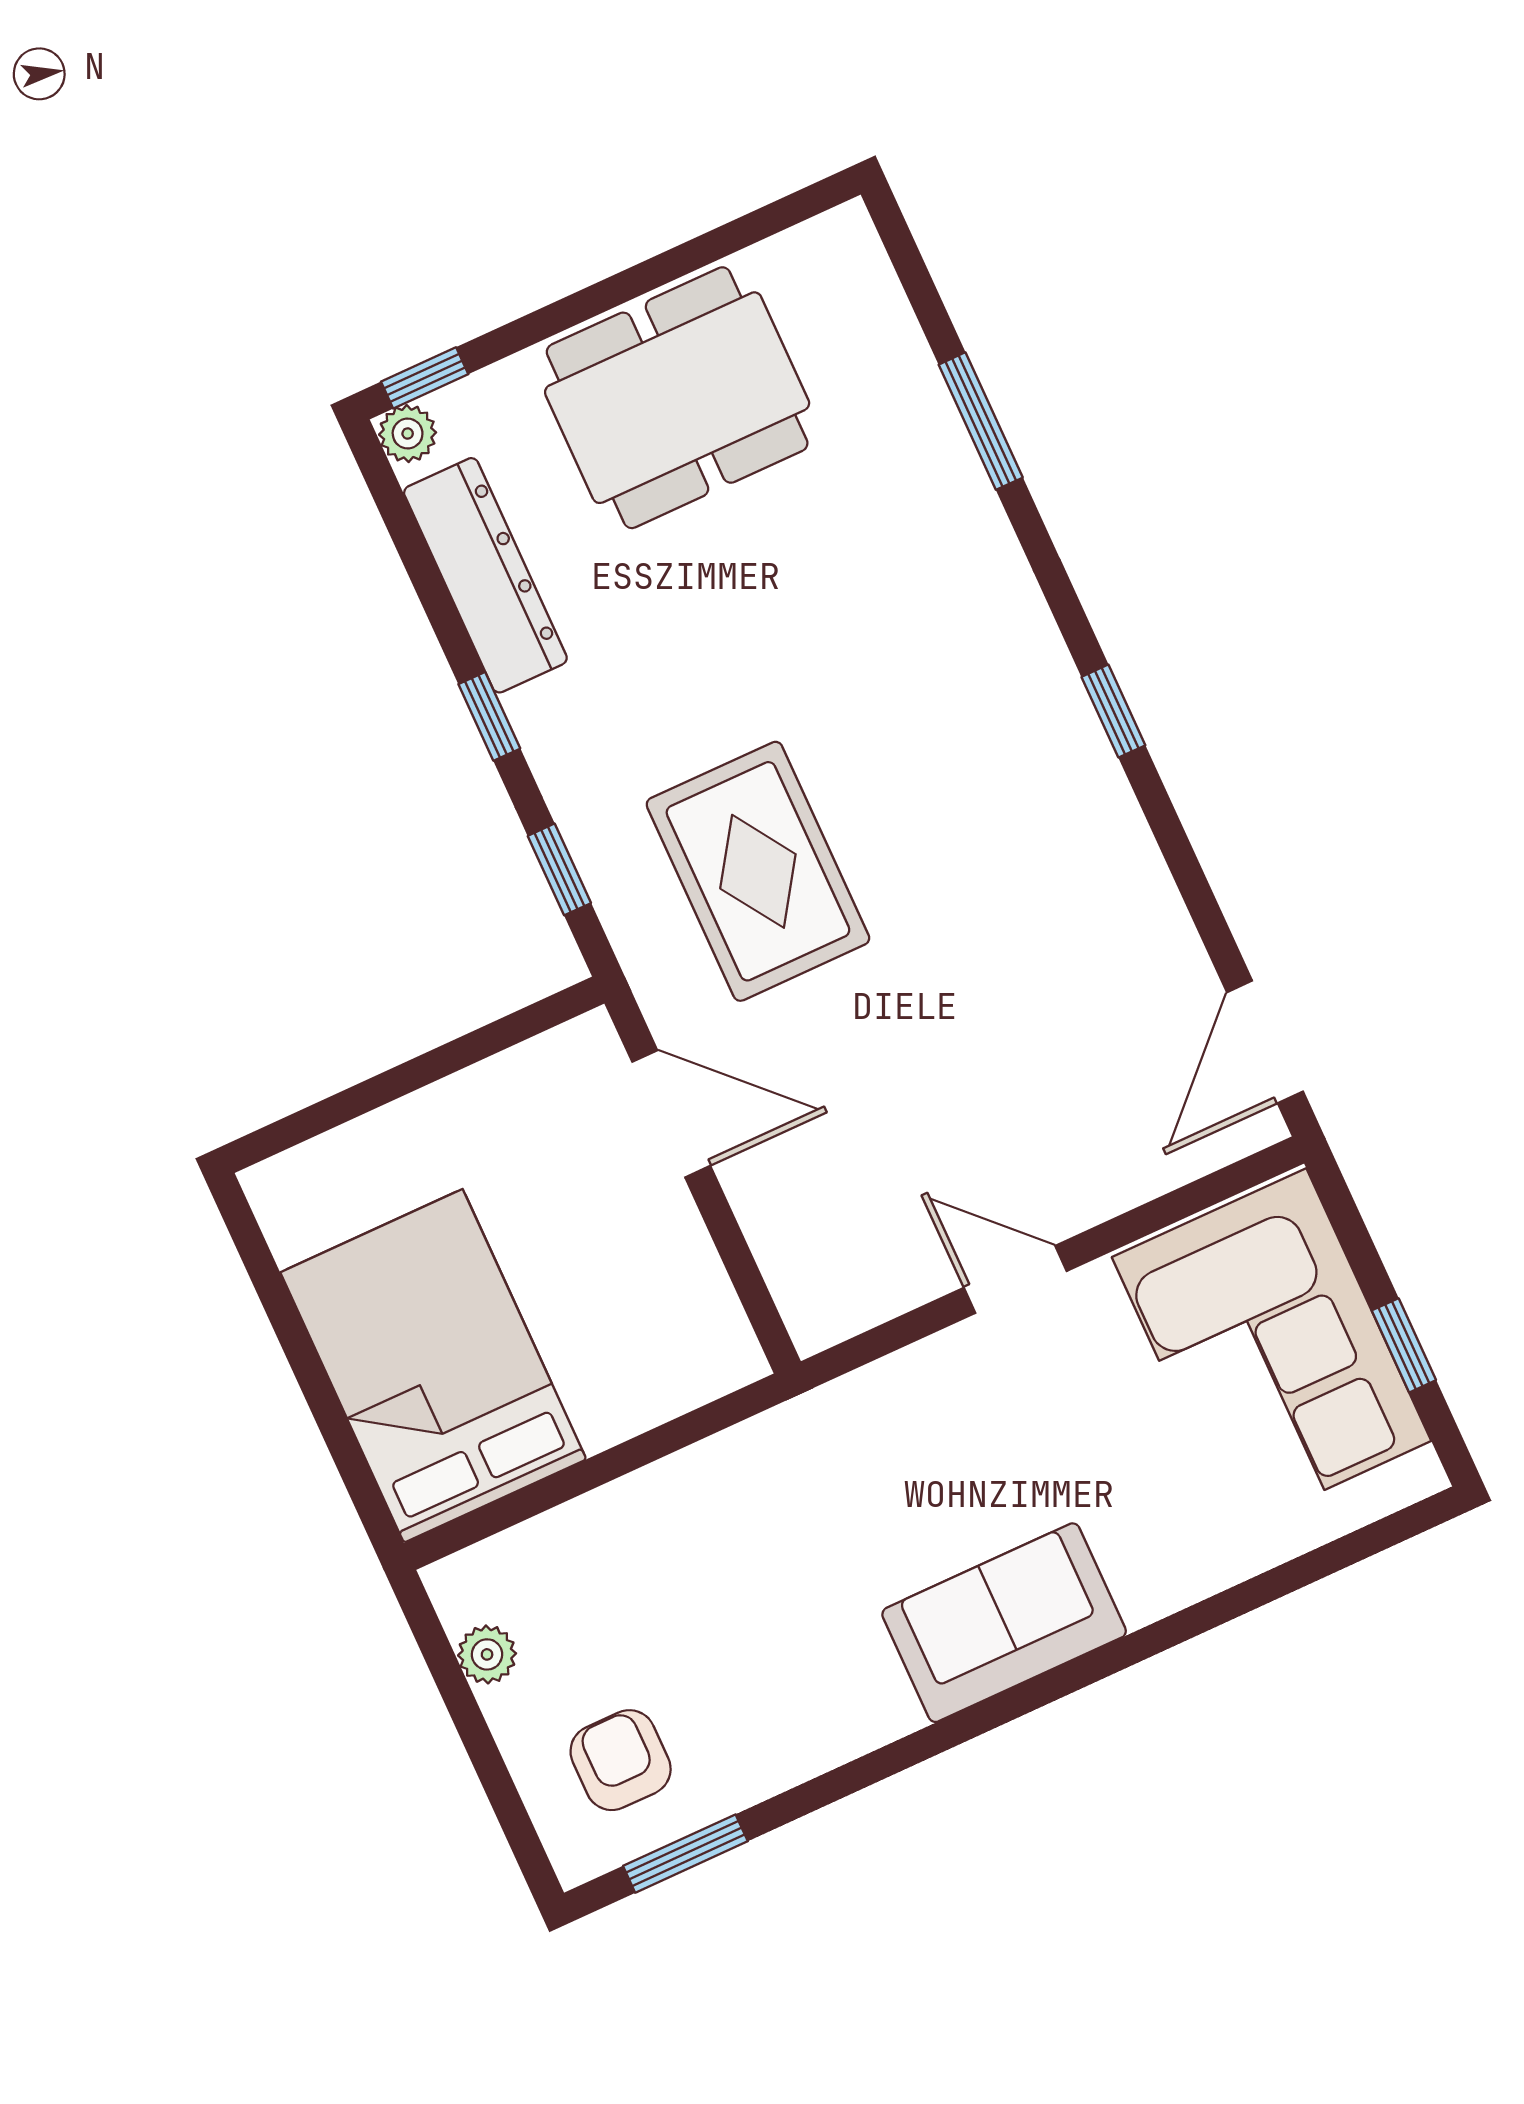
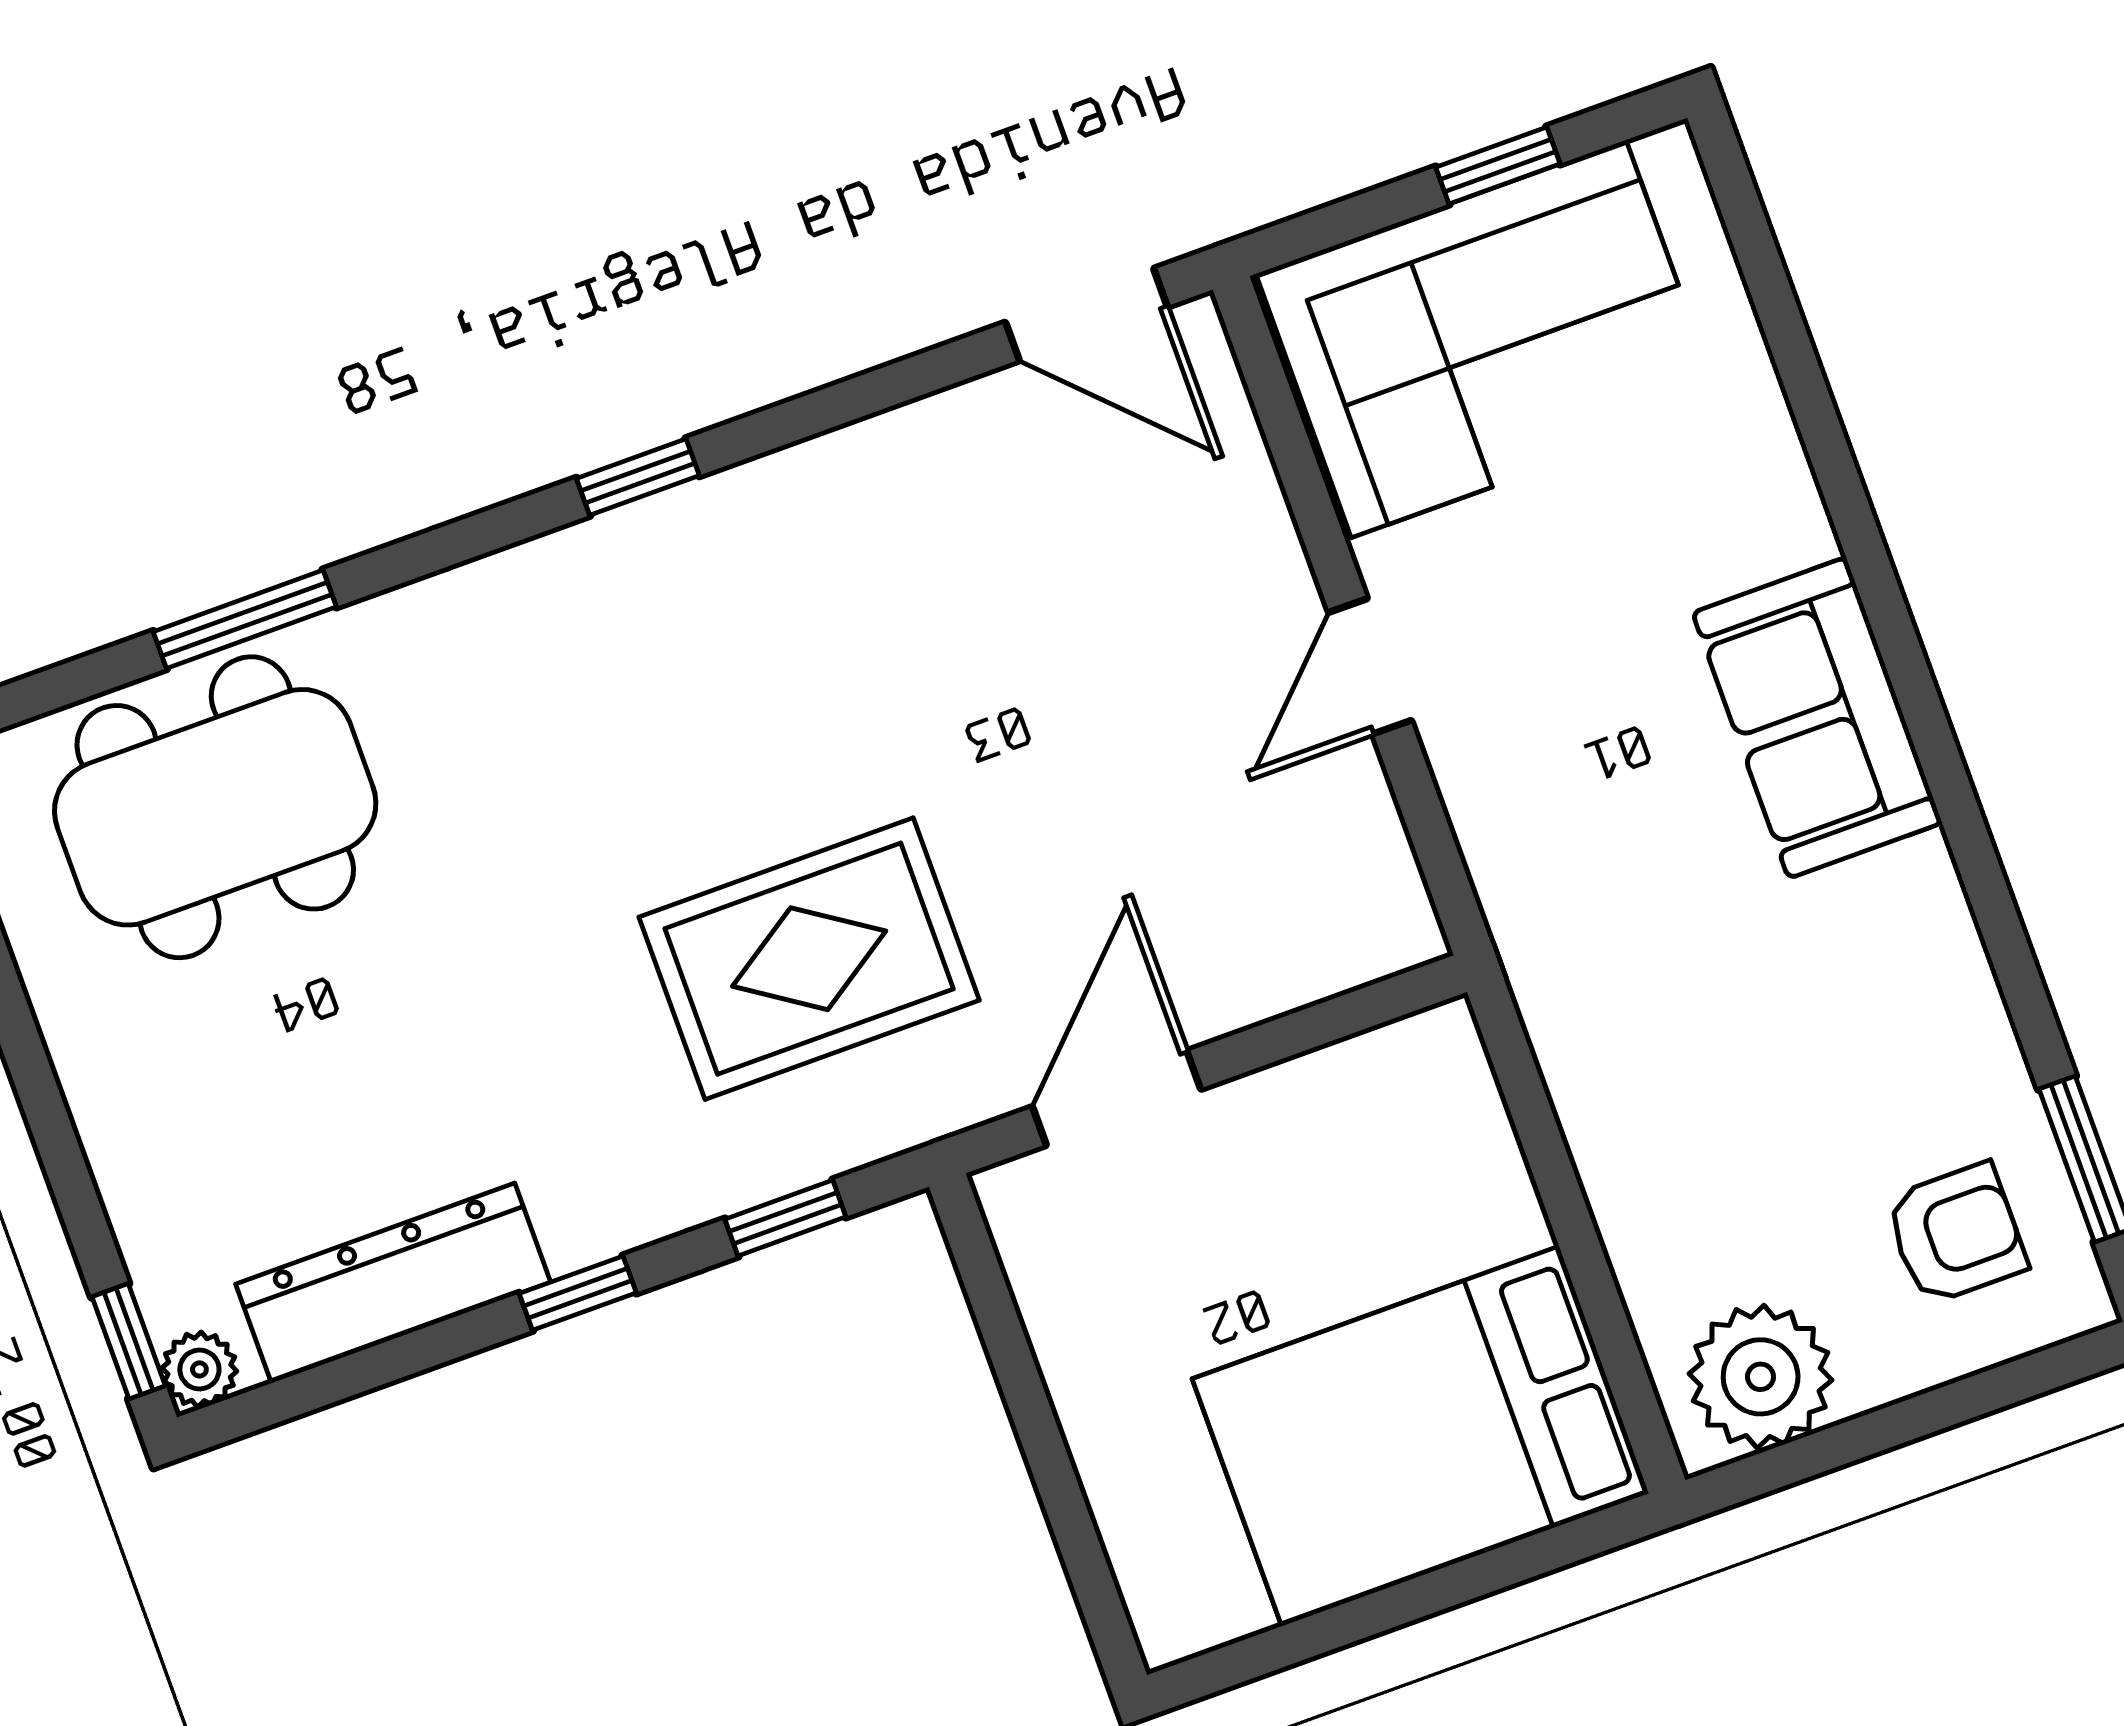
dining table: (677, 398) -> (215, 807), moved, turned 90
plant: (487, 1654) -> (1761, 1377), width x1.87, depth x1.87
armchair: (621, 1760) -> (1956, 1234), turned 180

